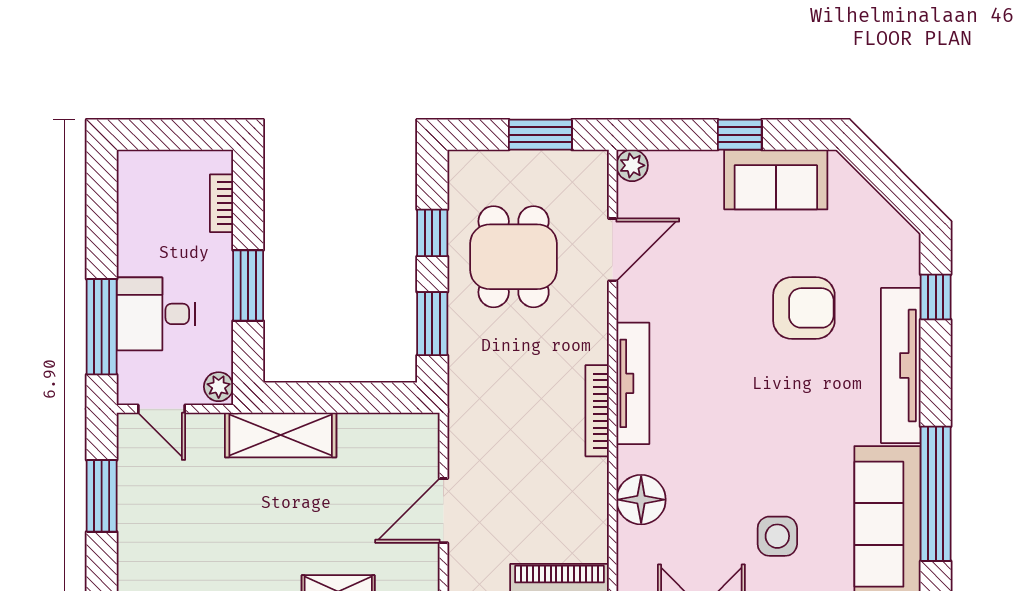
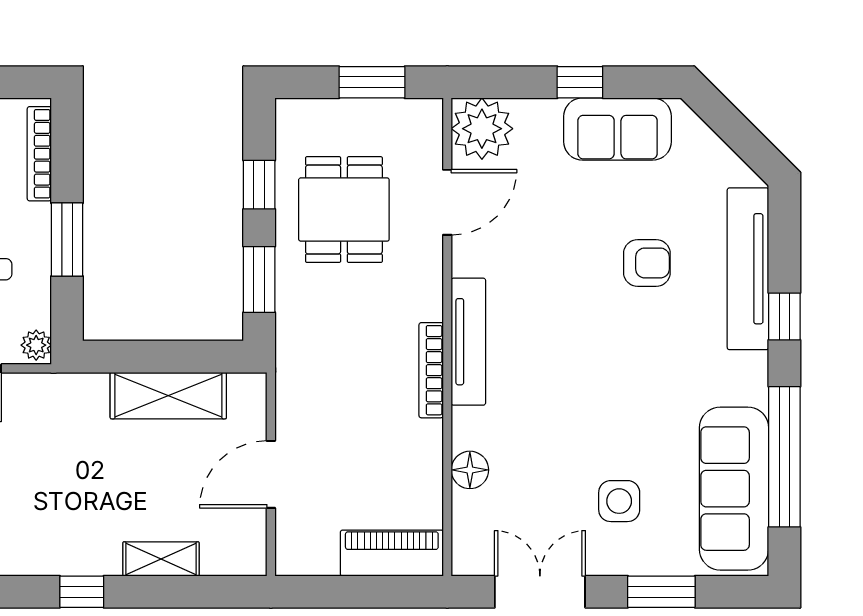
plant: (632, 165) -> (482, 129), width x1.87, depth x1.87
bookcase: (222, 203) -> (39, 154), width x1.56
window: (936, 297) -> (784, 316), moved
armchair: (804, 308) -> (647, 263), width x0.72, depth x0.72
tv unit: (901, 366) -> (748, 269), moved
shelving: (281, 435) -> (168, 396), moved
floor lamp: (641, 500) -> (470, 470), width x0.73, depth x0.73

